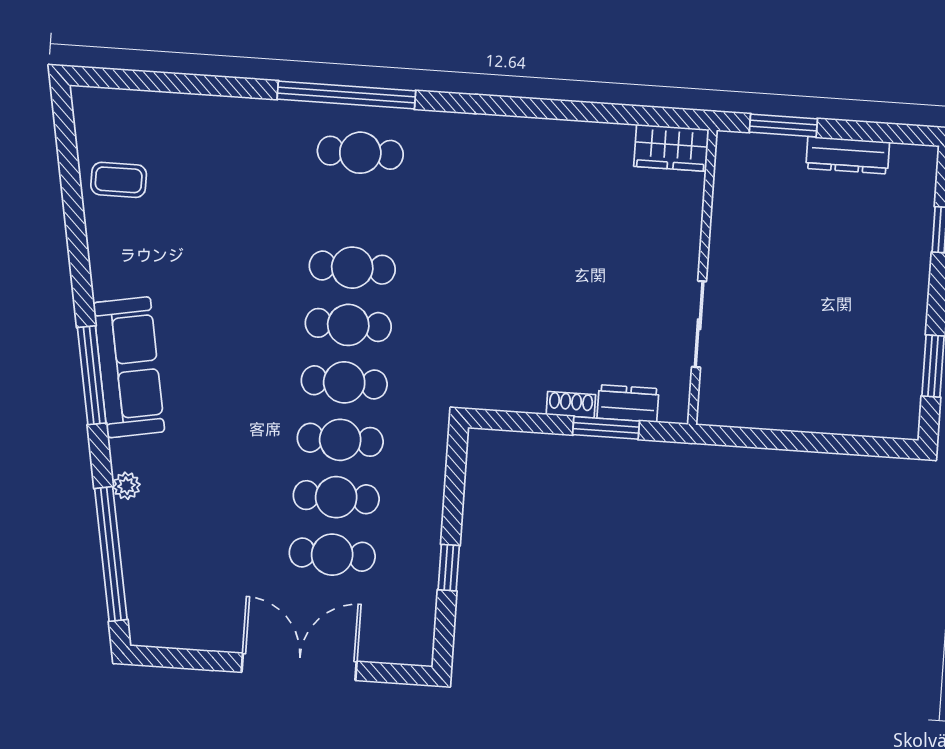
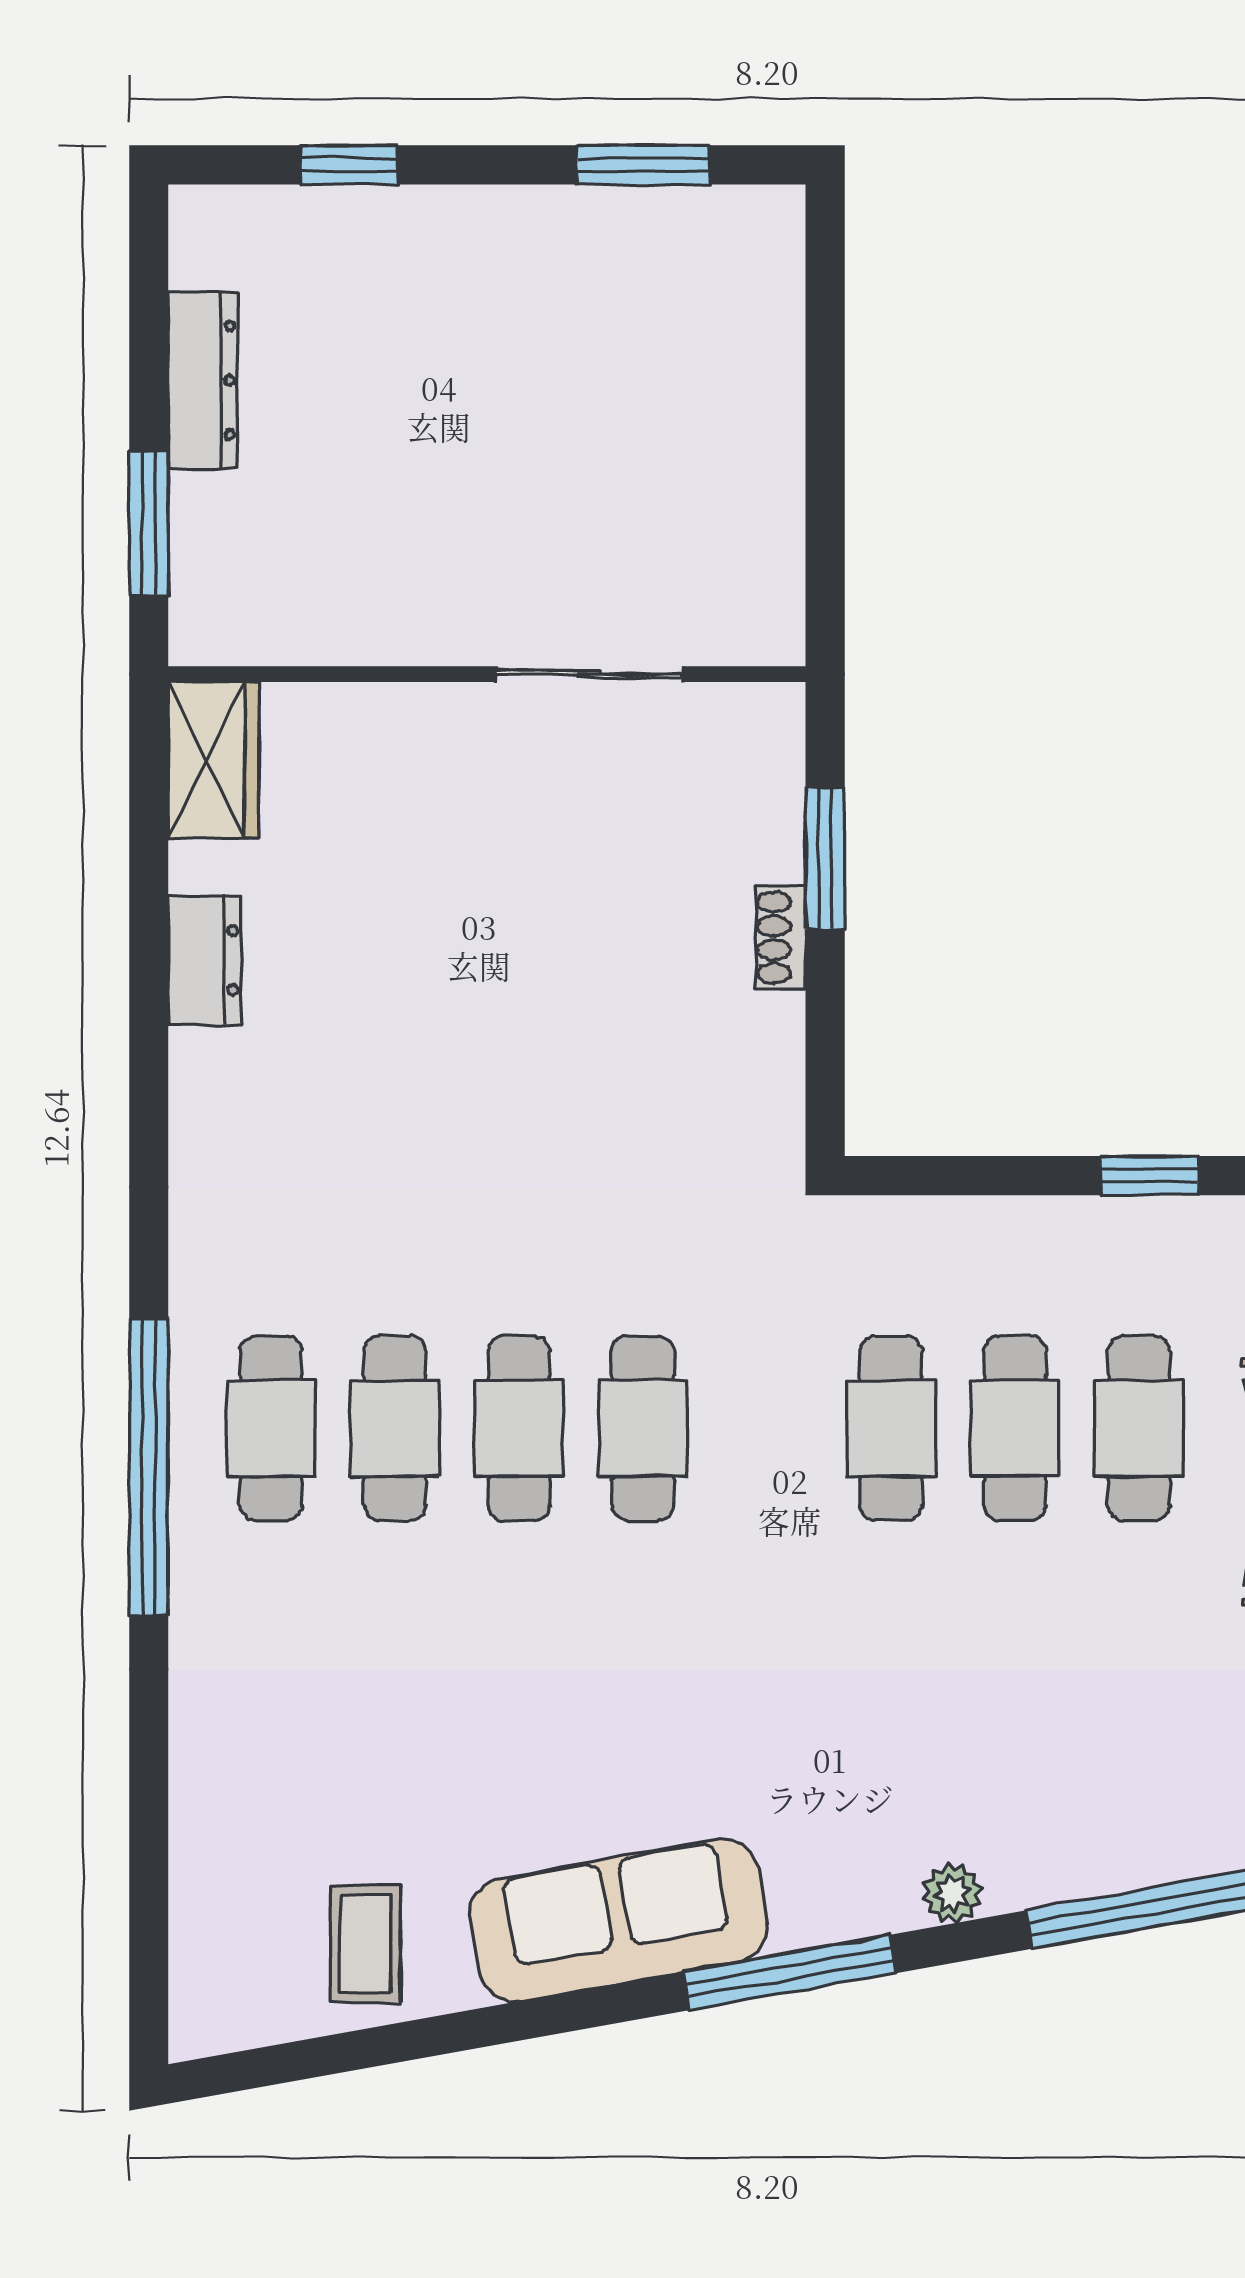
sofa: (129, 367) -> (618, 1920), moved
cafe table: (344, 382) -> (395, 1428), moved
dresser: (628, 403) -> (205, 960), moved, turned 180
plant: (126, 486) -> (952, 1893), moved

